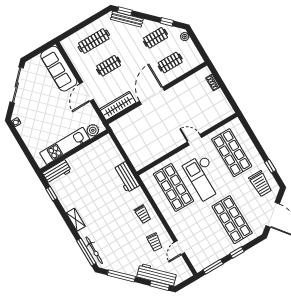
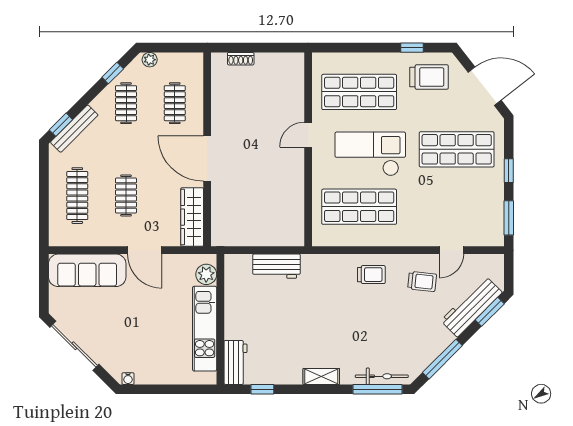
workbench: (126, 177) -> (276, 266), moved
checkout: (204, 177) -> (370, 154), turned 180
door: (179, 248) -> (452, 250), hinge flipped

